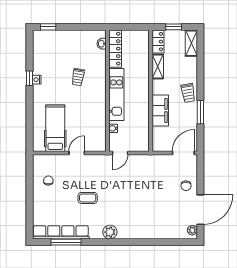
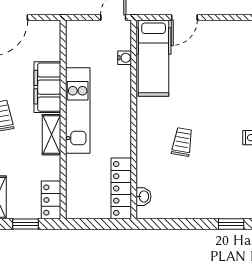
shelving: (158, 67) -> (52, 135), moved
kitchen unit: (116, 94) -> (78, 111), moved, turned 180
hospital bed: (55, 128) -> (154, 58), moved

